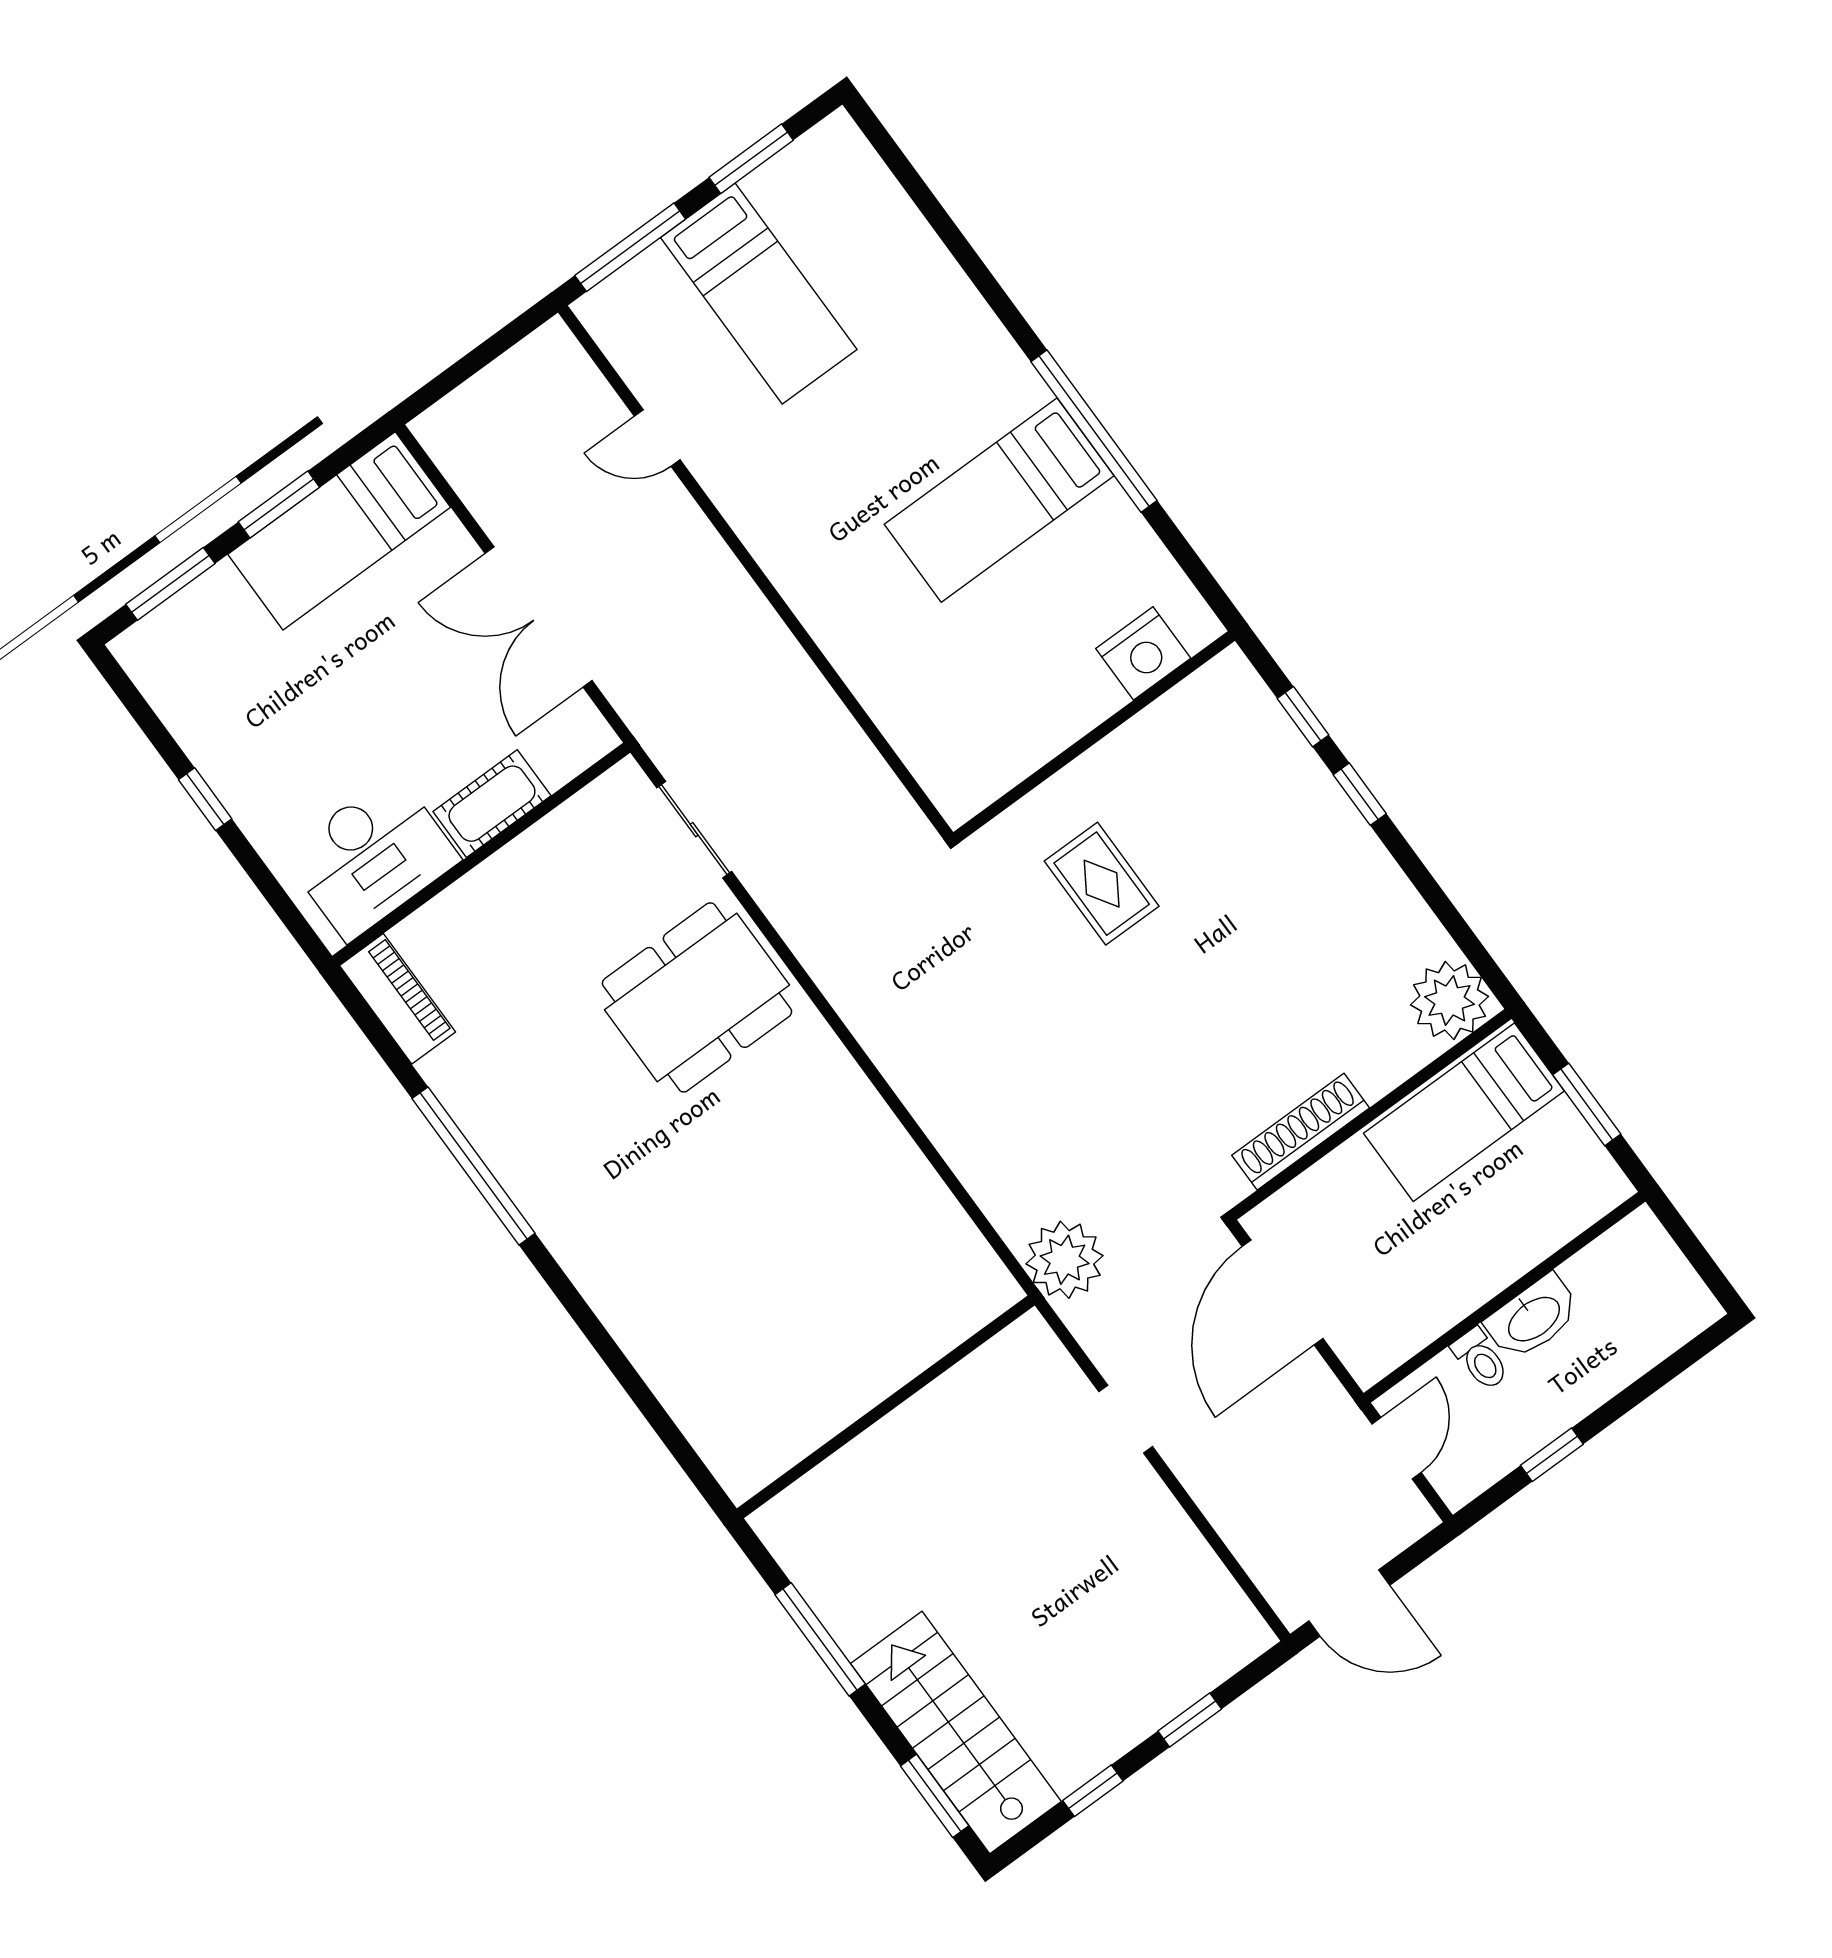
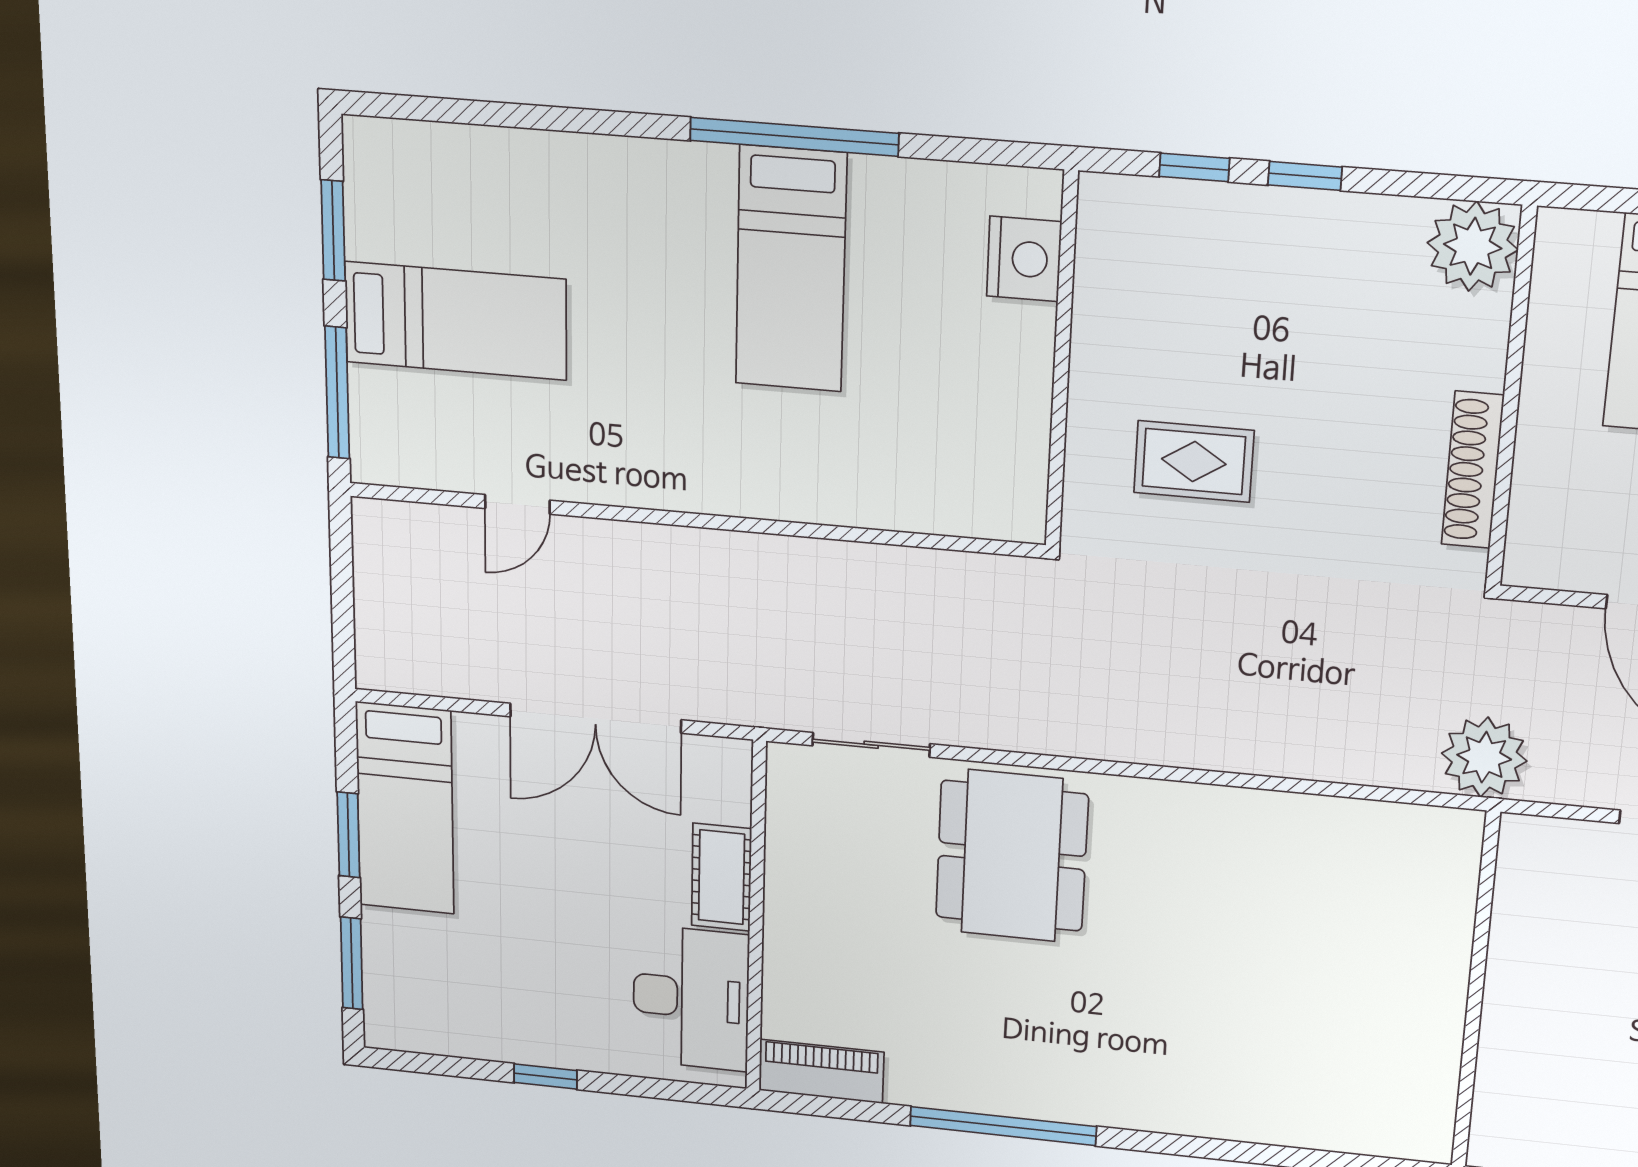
plant: (1450, 1001) -> (1473, 246), moved
wall: (1371, 1114) -> (1511, 399), moved
shoe rack: (1301, 1132) -> (1473, 470), moved

